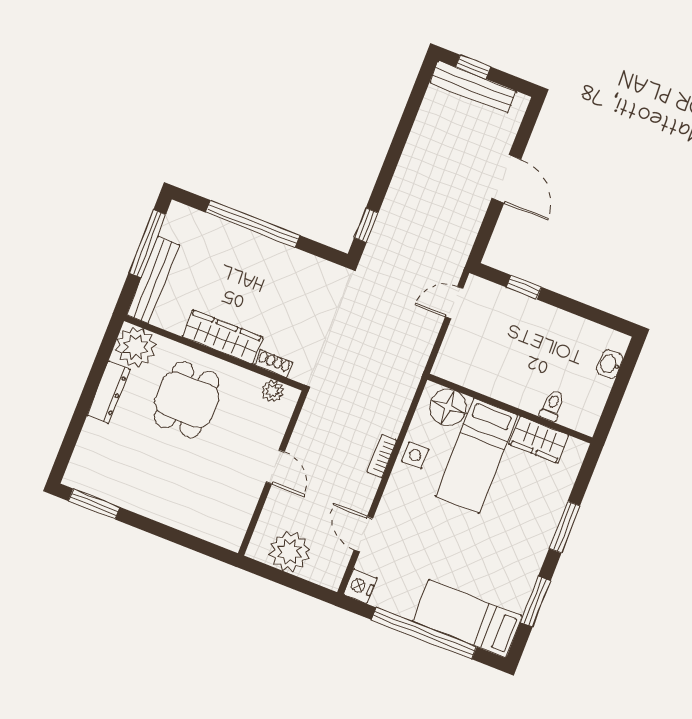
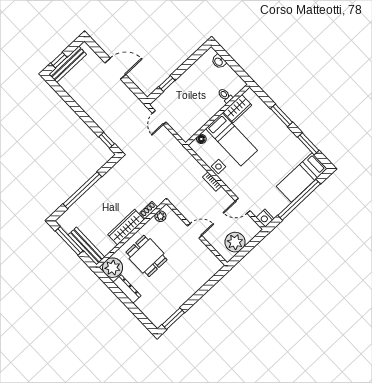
floor lamp: (448, 407) -> (201, 139), width x0.53, depth x0.53

